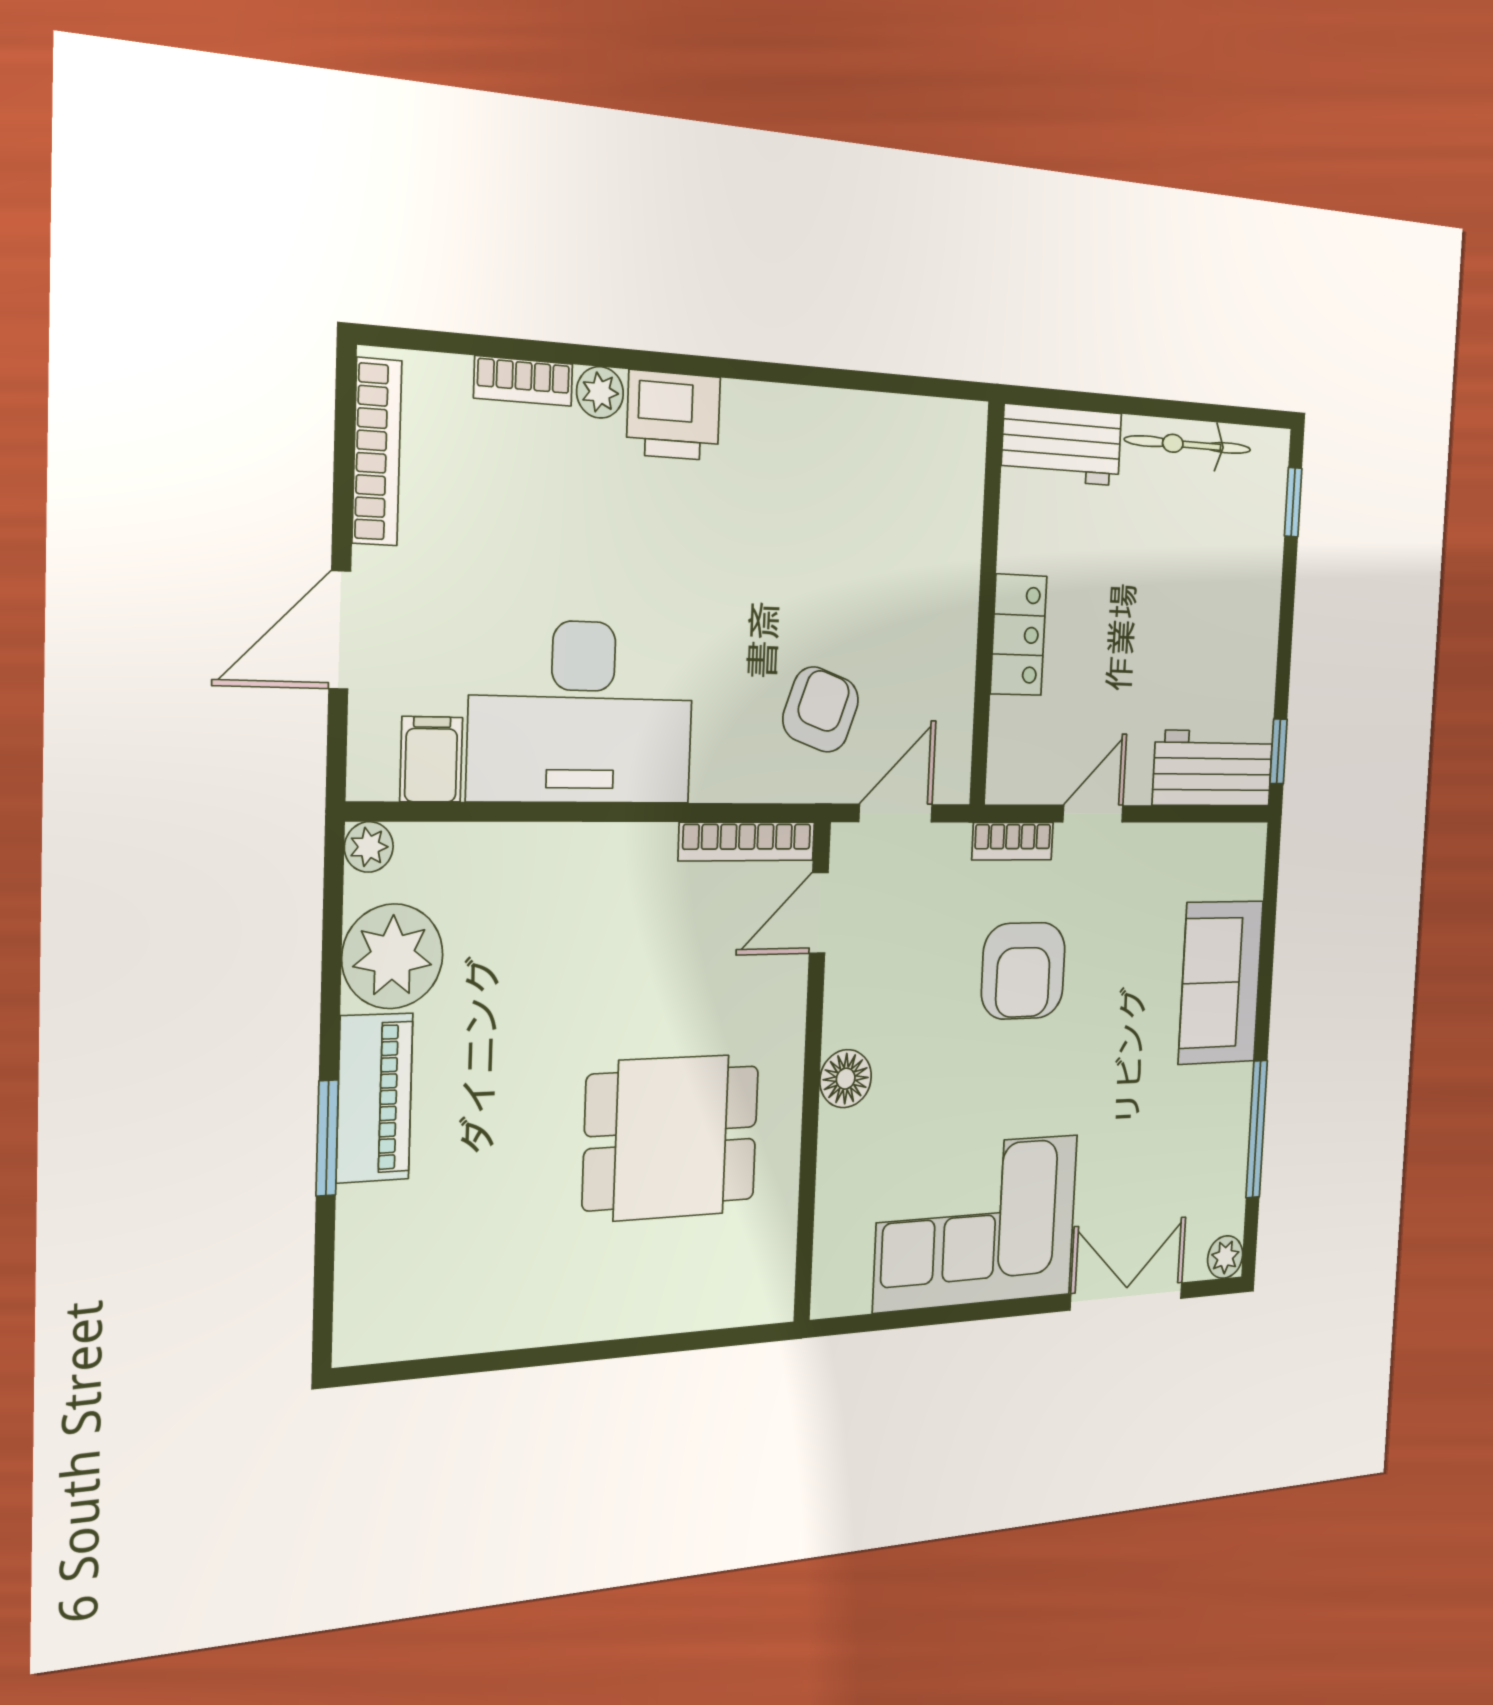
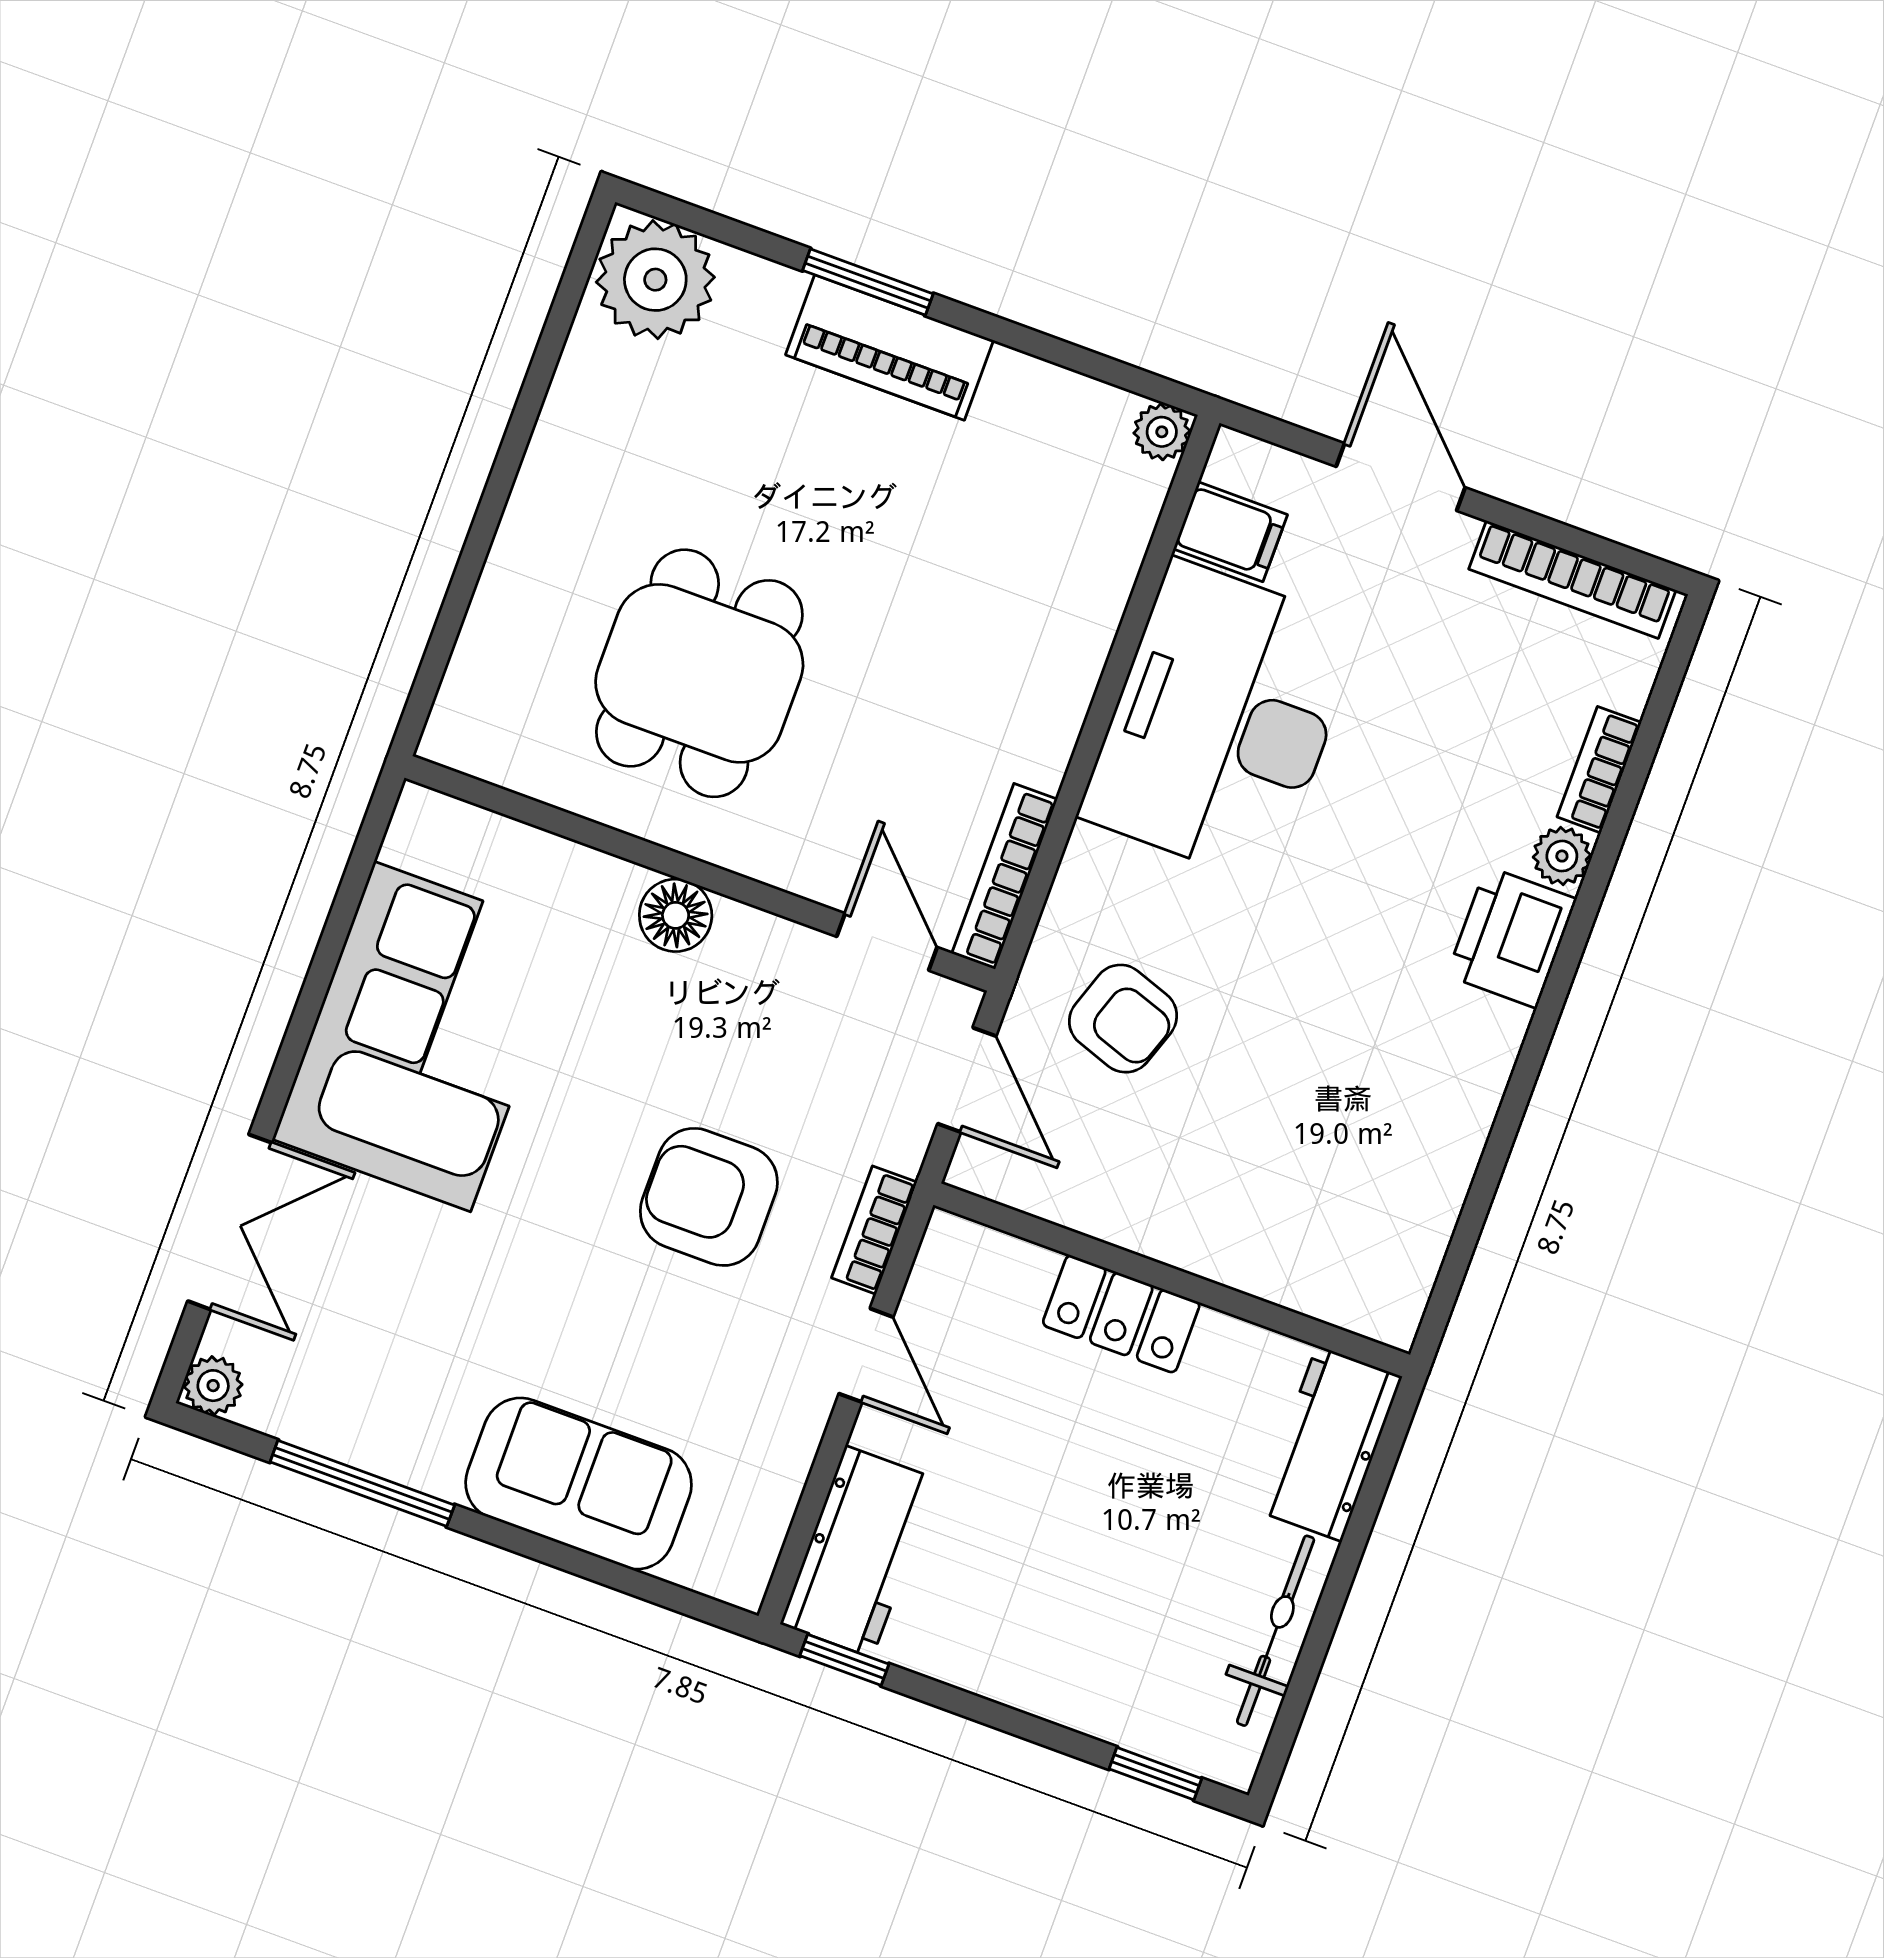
plant: (393, 956) -> (655, 280), moved

